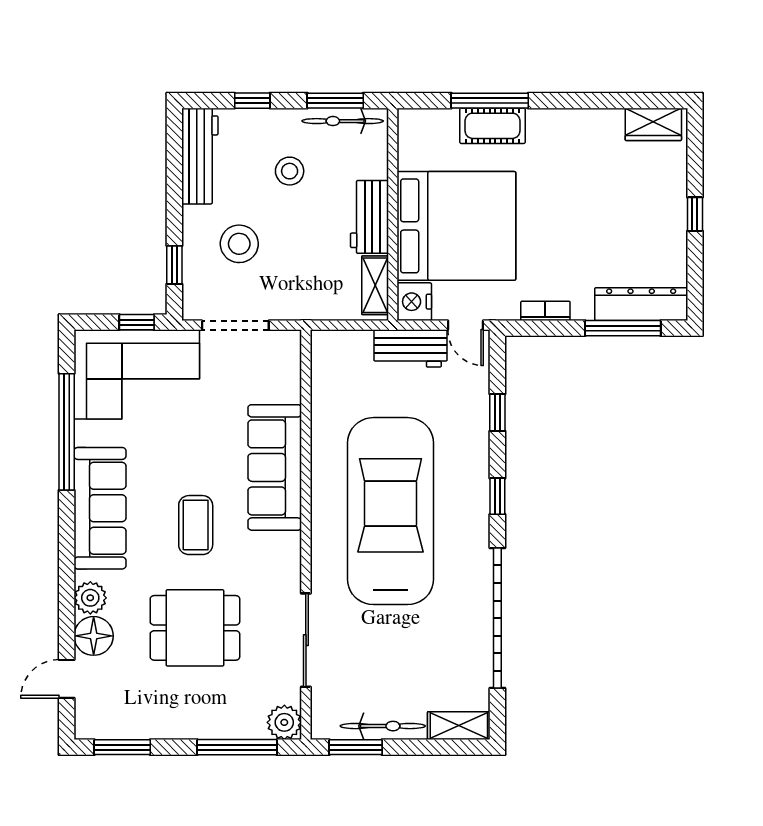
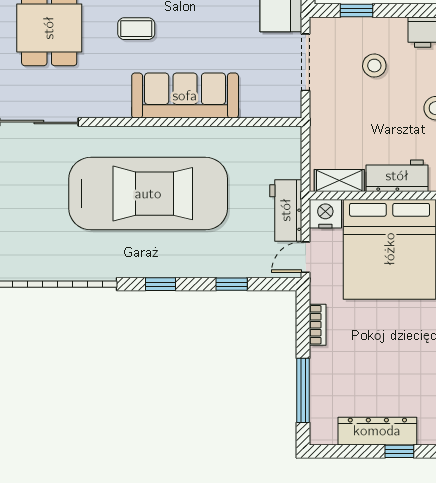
stool: (239, 244) -> (374, 66), width x0.73, depth x0.73
dresser: (641, 304) -> (377, 431), moved, turned -90
coffee table: (196, 525) -> (136, 29), width x0.73, depth x0.77

